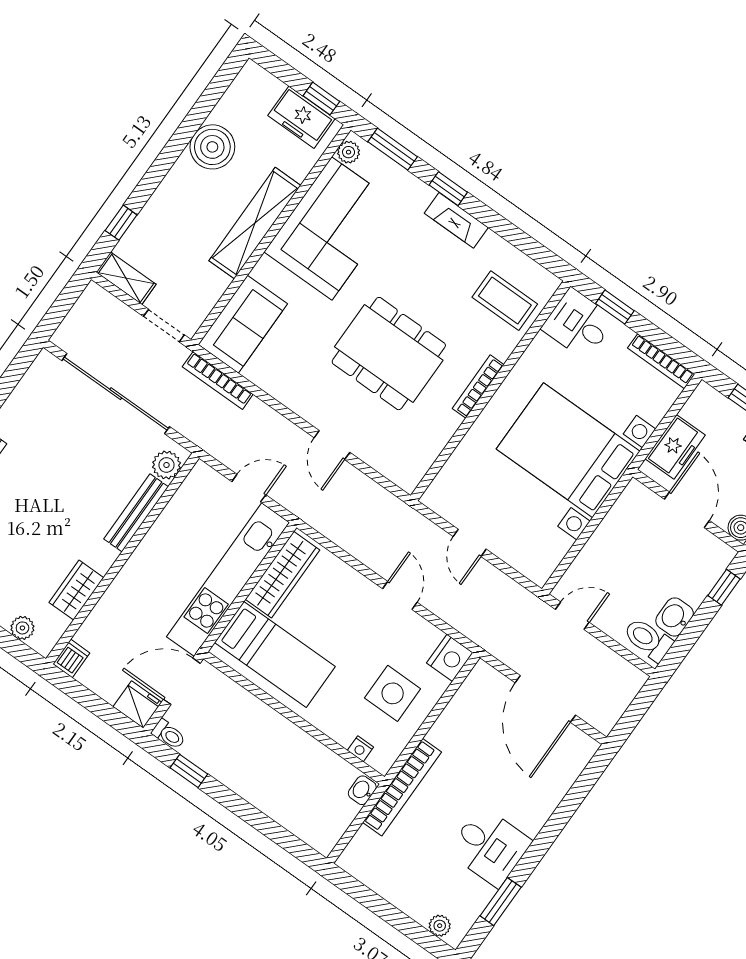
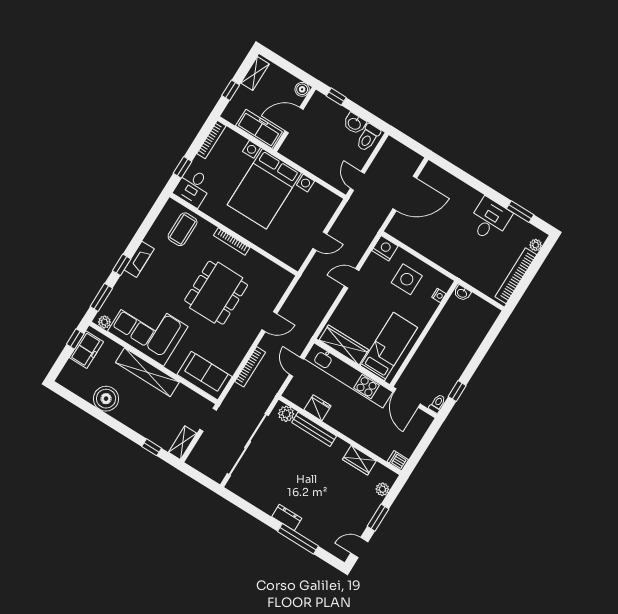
bookcase: (218, 381) -> (250, 367), moved
freezer: (675, 447) -> (259, 129), width x1.40
fridge: (137, 705) -> (318, 408), moved, turned 90
bookcase: (402, 787) -> (516, 276), moved, turned -90

